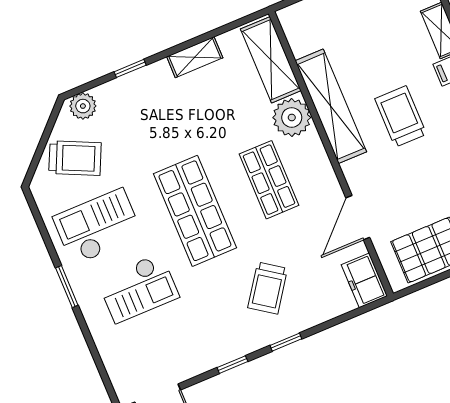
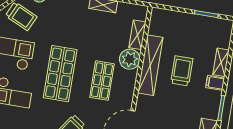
shelving: (271, 60) -> (137, 35), width x0.67, depth x0.75
trolley: (401, 116) -> (182, 71), moved

